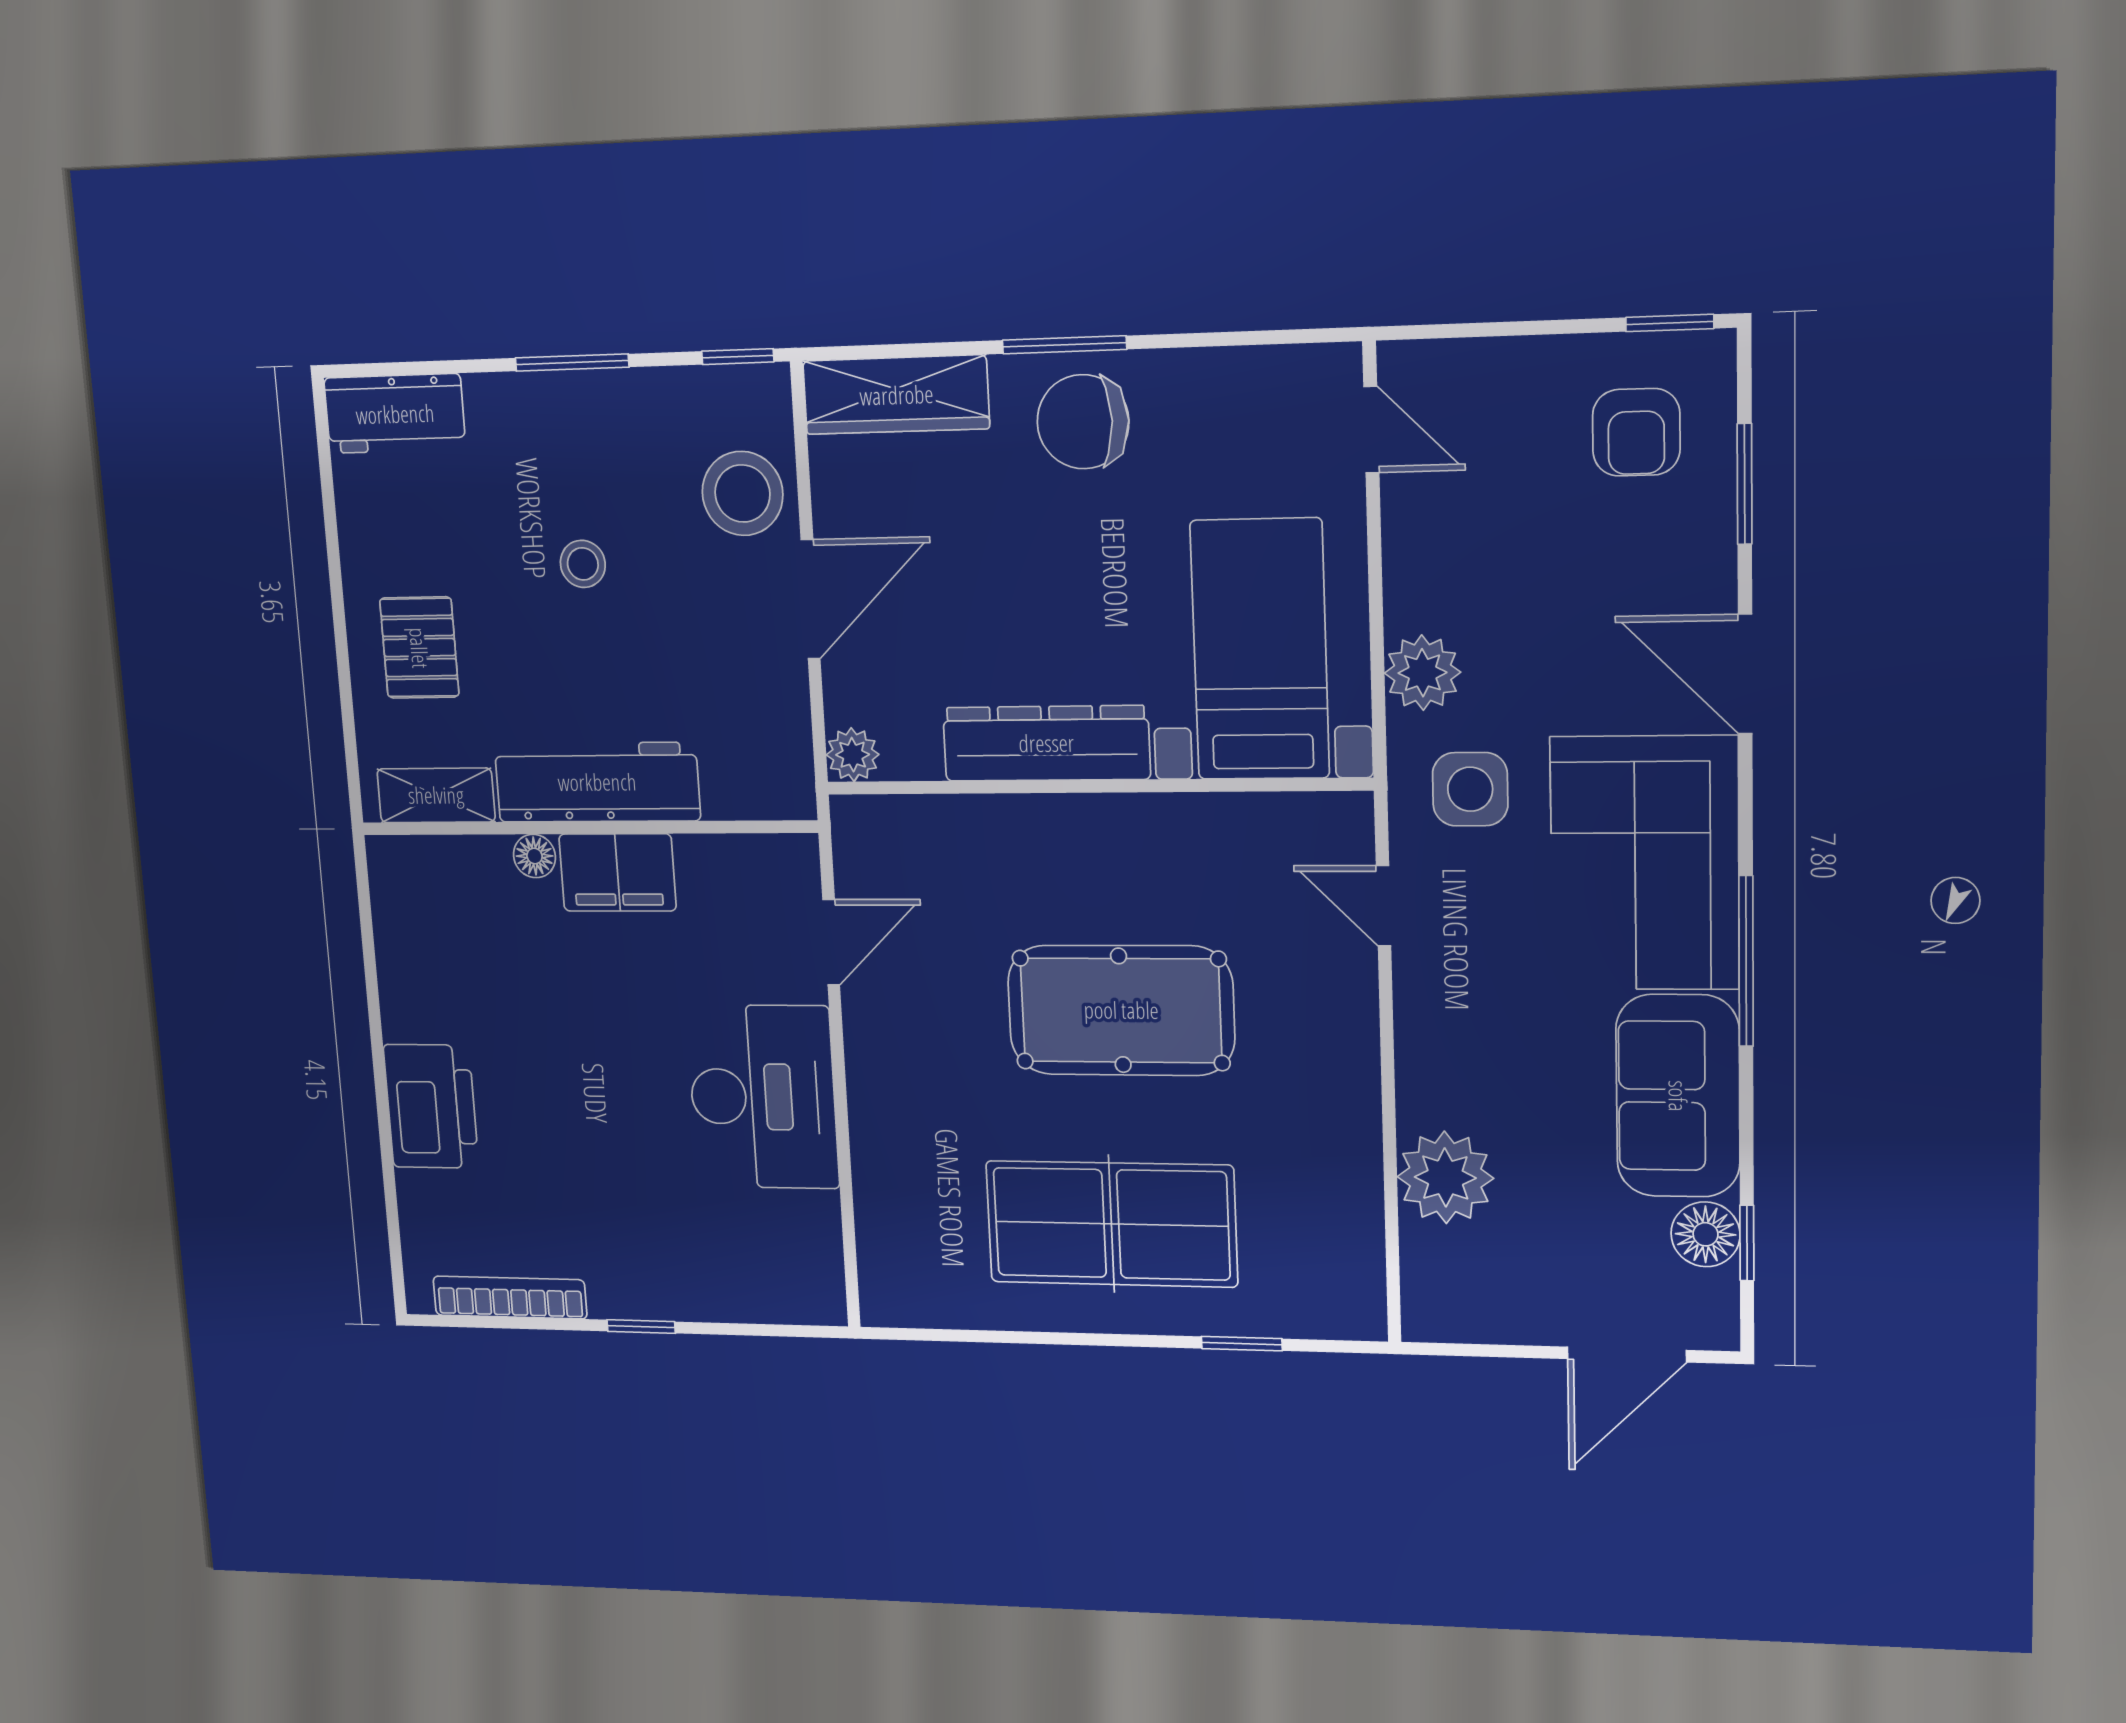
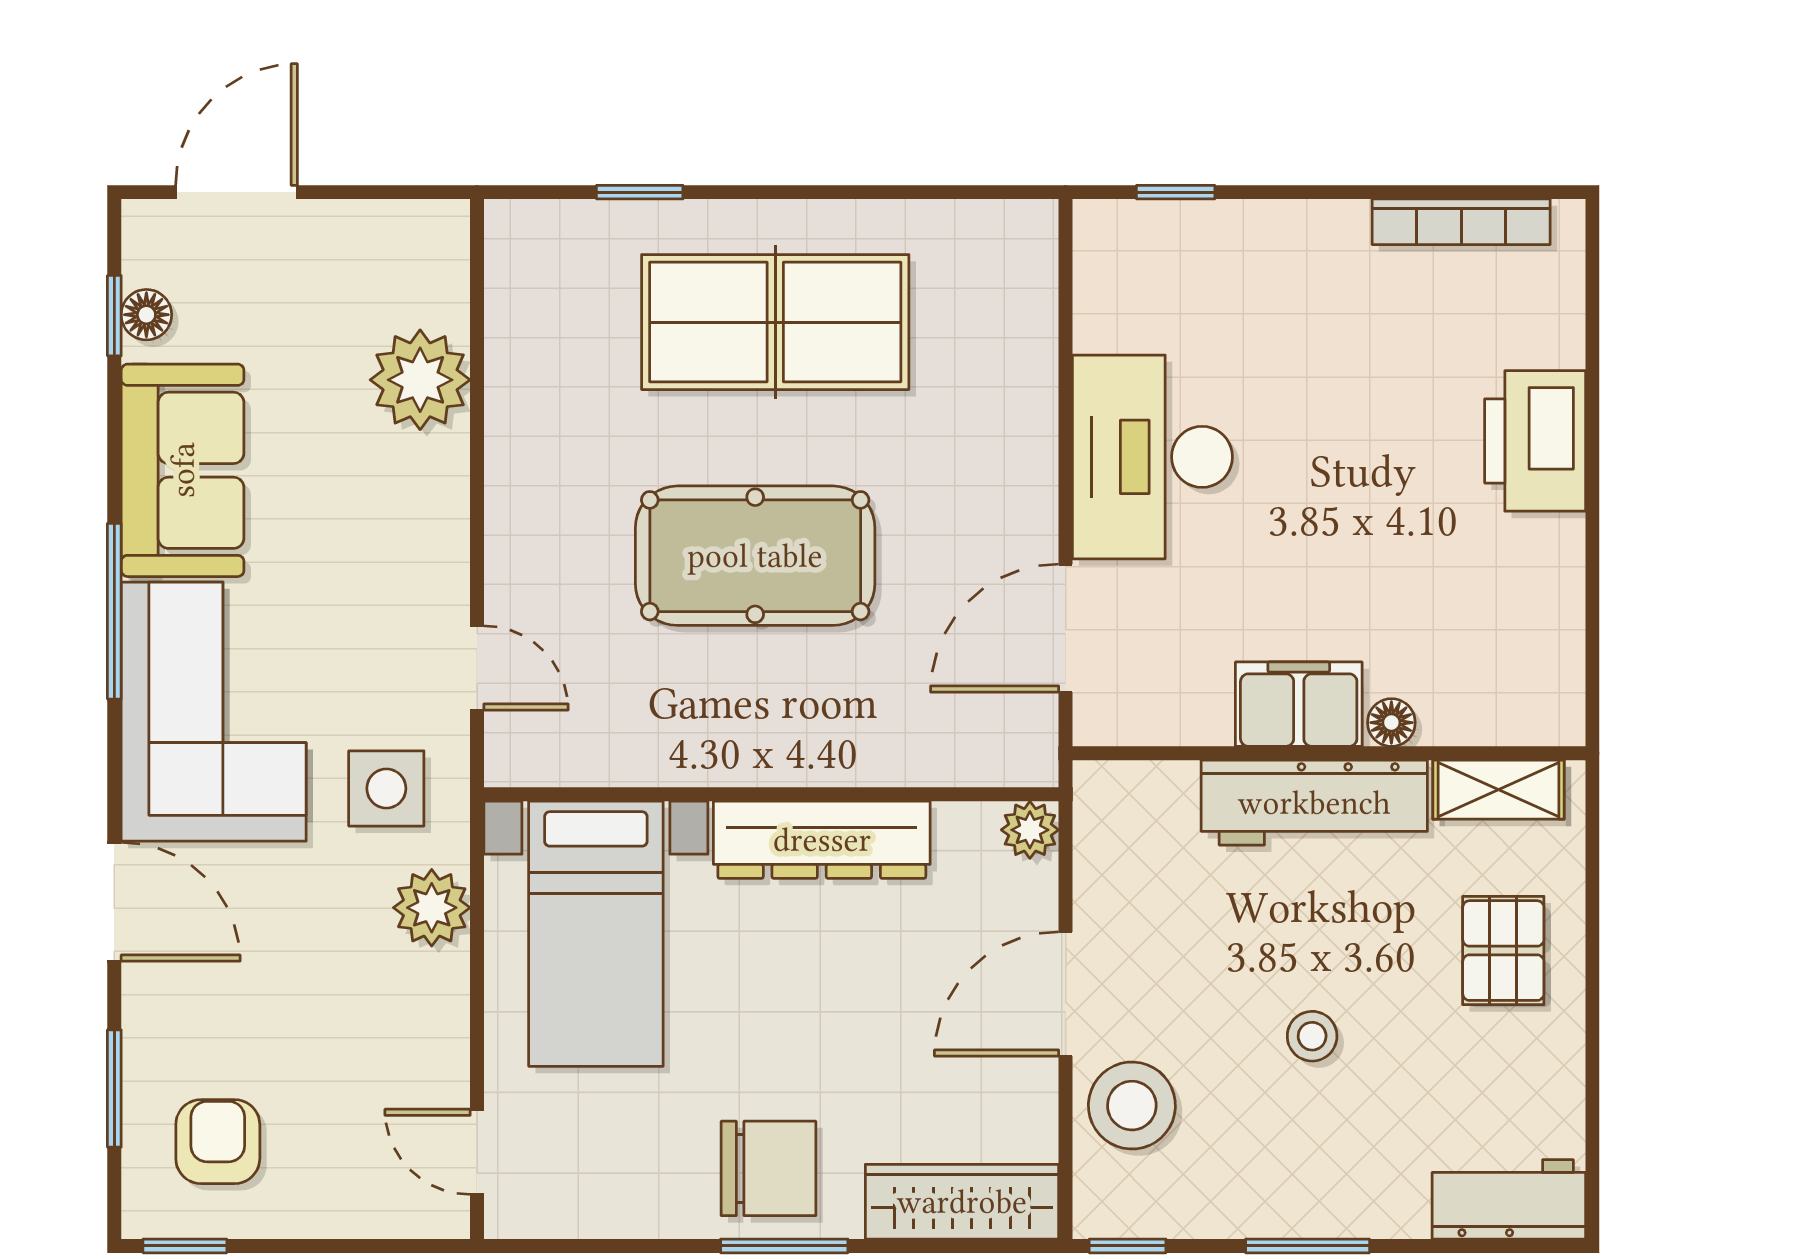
door: (831, 942) -> (1066, 628), width x1.38
floor lamp: (1705, 1234) -> (146, 315), width x0.73, depth x0.73
window: (641, 1327) -> (1176, 192), moved

